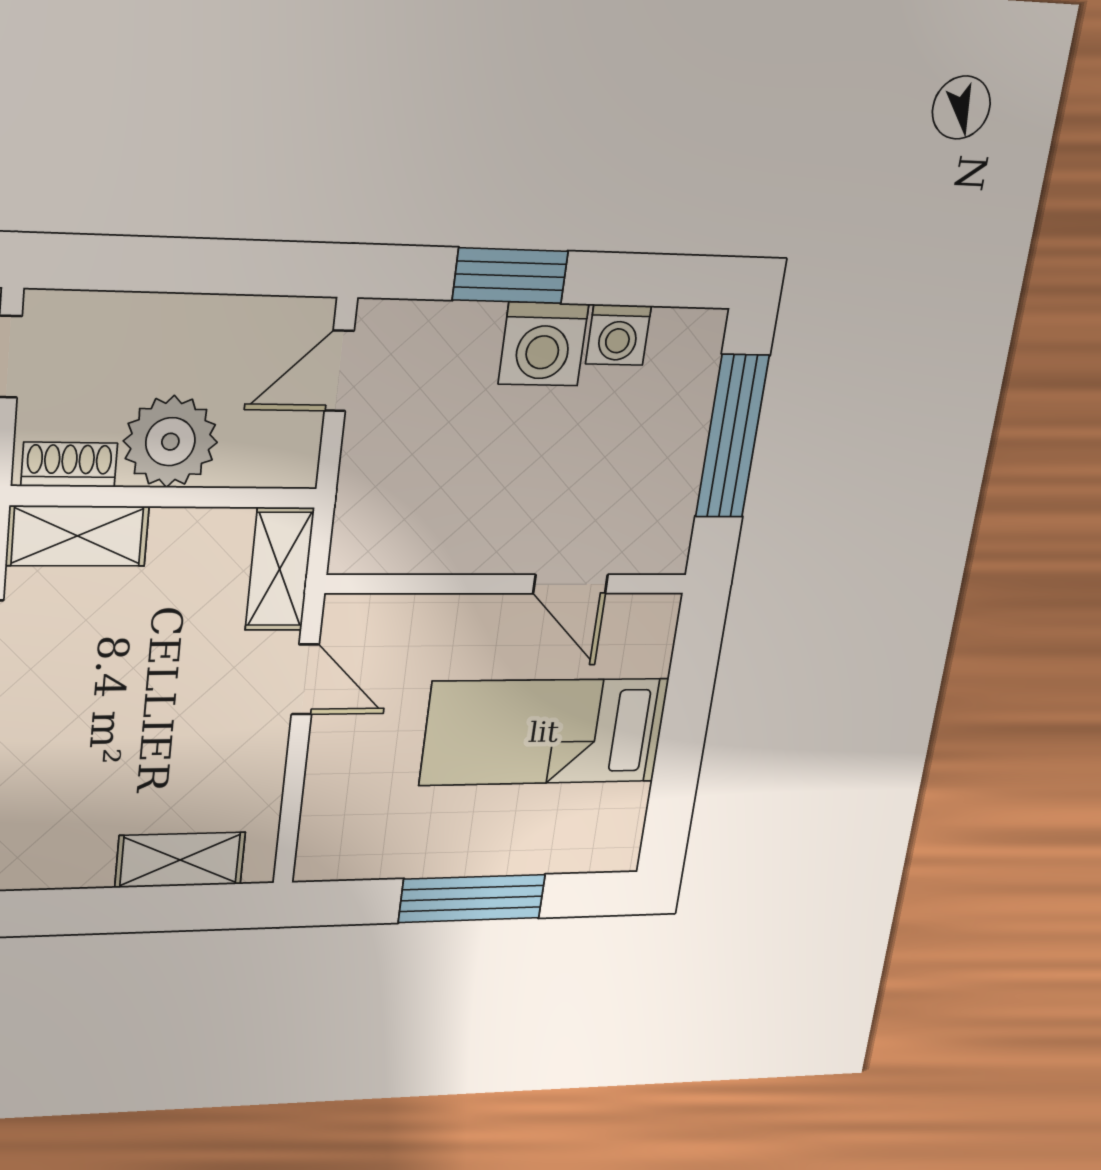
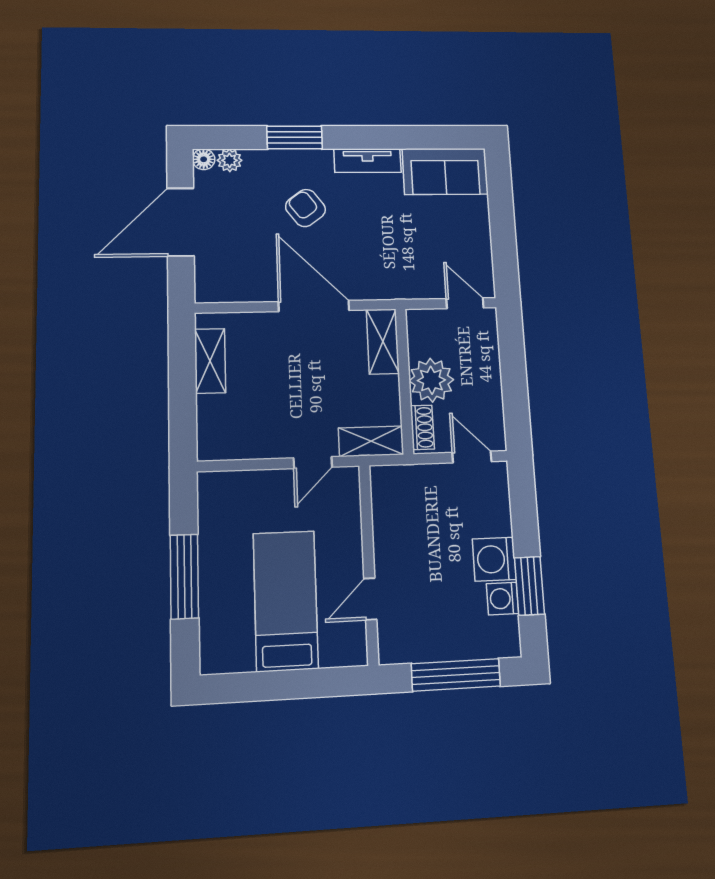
window: (510, 276) -> (529, 586), moved
shoe rack: (69, 465) -> (422, 427), moved
shelving: (180, 860) -> (210, 361), moved

